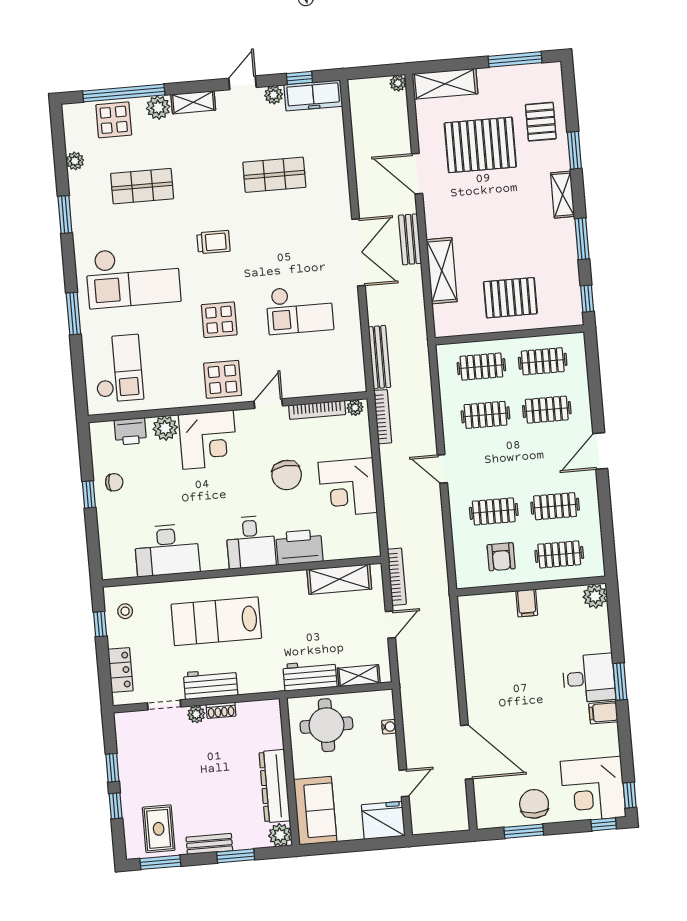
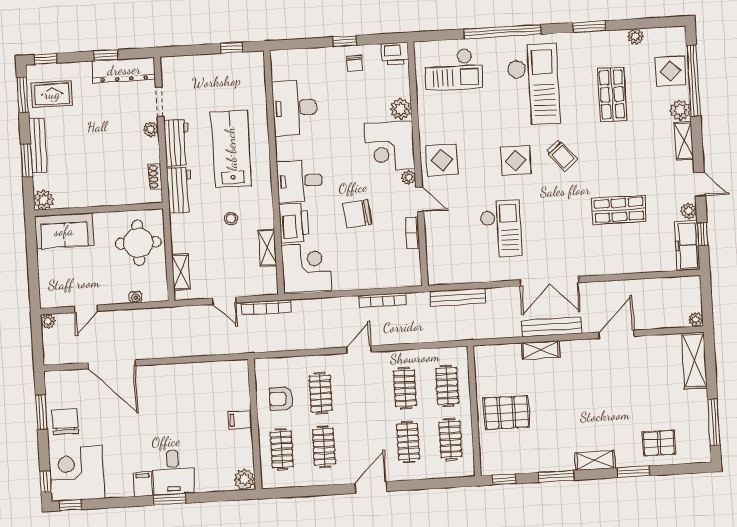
pallet: (480, 145) -> (640, 390), removed
shop shelf: (274, 175) -> (619, 210), turned 90
bench: (410, 239) -> (552, 327), width x1.36
trolley: (214, 242) -> (562, 155), turned -40
shelving: (442, 271) -> (541, 350), width x0.67, depth x0.75
checkout: (133, 277) -> (533, 84), turned 180
pallet: (510, 298) -> (506, 413), turned 90
checkout: (300, 309) -> (501, 229), turned 180
window: (73, 314) -> (503, 32), width x2.11
display table: (219, 320) -> (516, 160), moved
plant: (355, 408) -> (409, 178), moved
bookcase: (317, 410) -> (413, 233), width x0.64
bookcase: (383, 417) -> (382, 300), moved
printer: (130, 431) -> (395, 54), moved, turned -90
door: (600, 451) -> (371, 487), hinge flipped
corner desk: (348, 487) -> (306, 268), moved, turned 90
shelving: (339, 579) -> (267, 248), width x0.67, depth x0.75
stool: (125, 611) -> (231, 219), moved
locker: (120, 670) -> (191, 65), removed
workbench: (310, 676) -> (180, 190), moved
shoe rack: (221, 710) -> (155, 177), moved
door: (467, 752) -> (112, 364), hinge flipped
door: (404, 783) -> (86, 309), hinge flipped
dresser: (275, 786) -> (124, 70), moved, turned 180
chair: (534, 804) -> (65, 422), turned -90
window: (116, 806) -> (45, 59), moved
fridge: (383, 820) -> (54, 290), removed
plant: (419, 826) -> (48, 321), added
bench: (209, 844) -> (38, 145), width x1.36

